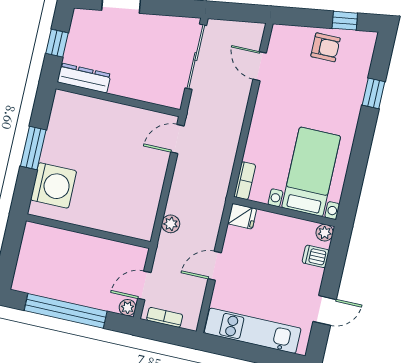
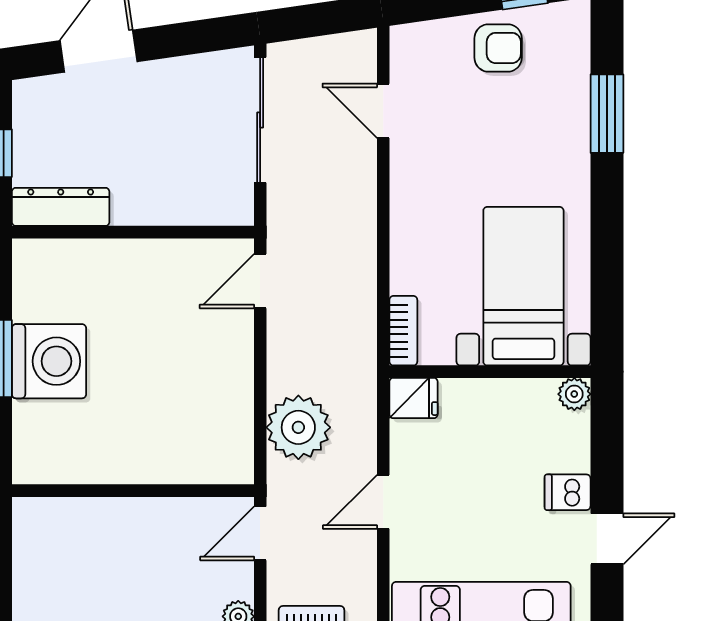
window: (374, 93) -> (607, 114), width x1.50
washing machine: (54, 185) -> (49, 361), moved
plant: (171, 224) -> (298, 427), width x1.88, depth x1.88
dishwasher: (316, 256) -> (568, 492), moved
door: (144, 285) -> (260, 533), moved

